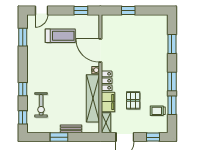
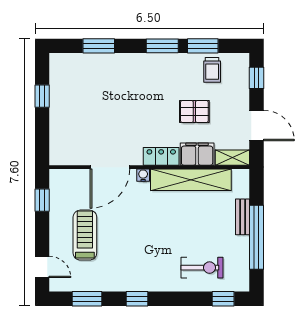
window: (128, 11) -> (42, 96), moved
window: (23, 89) -> (137, 299), moved
window: (59, 137) -> (256, 237), width x2.11

